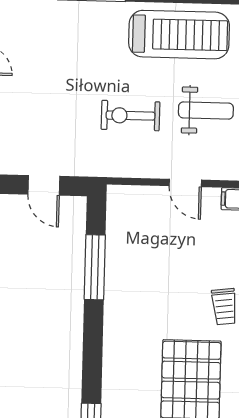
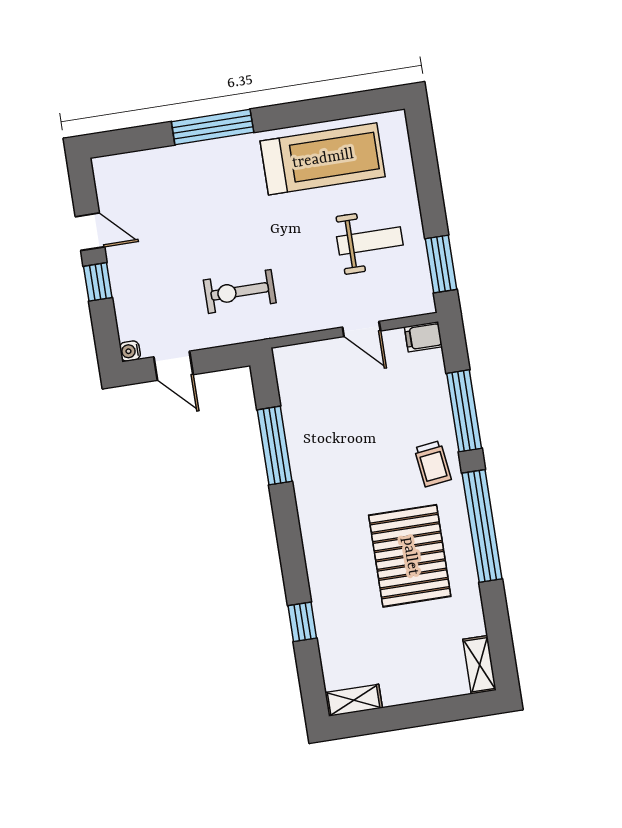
exercise bike: (130, 116) -> (240, 291), moved
door: (44, 185) -> (173, 366), moved

